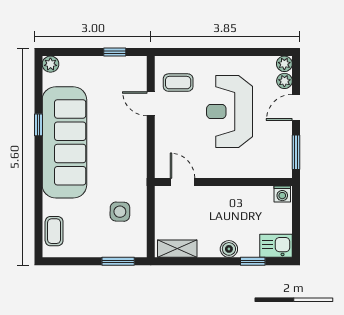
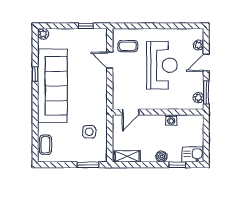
plant: (284, 64) -> (198, 98), moved
reception desk: (230, 111) -> (162, 65), turned 180
door: (182, 182) -> (131, 112), swing flipped
washing machine: (282, 194) -> (171, 120), moved

